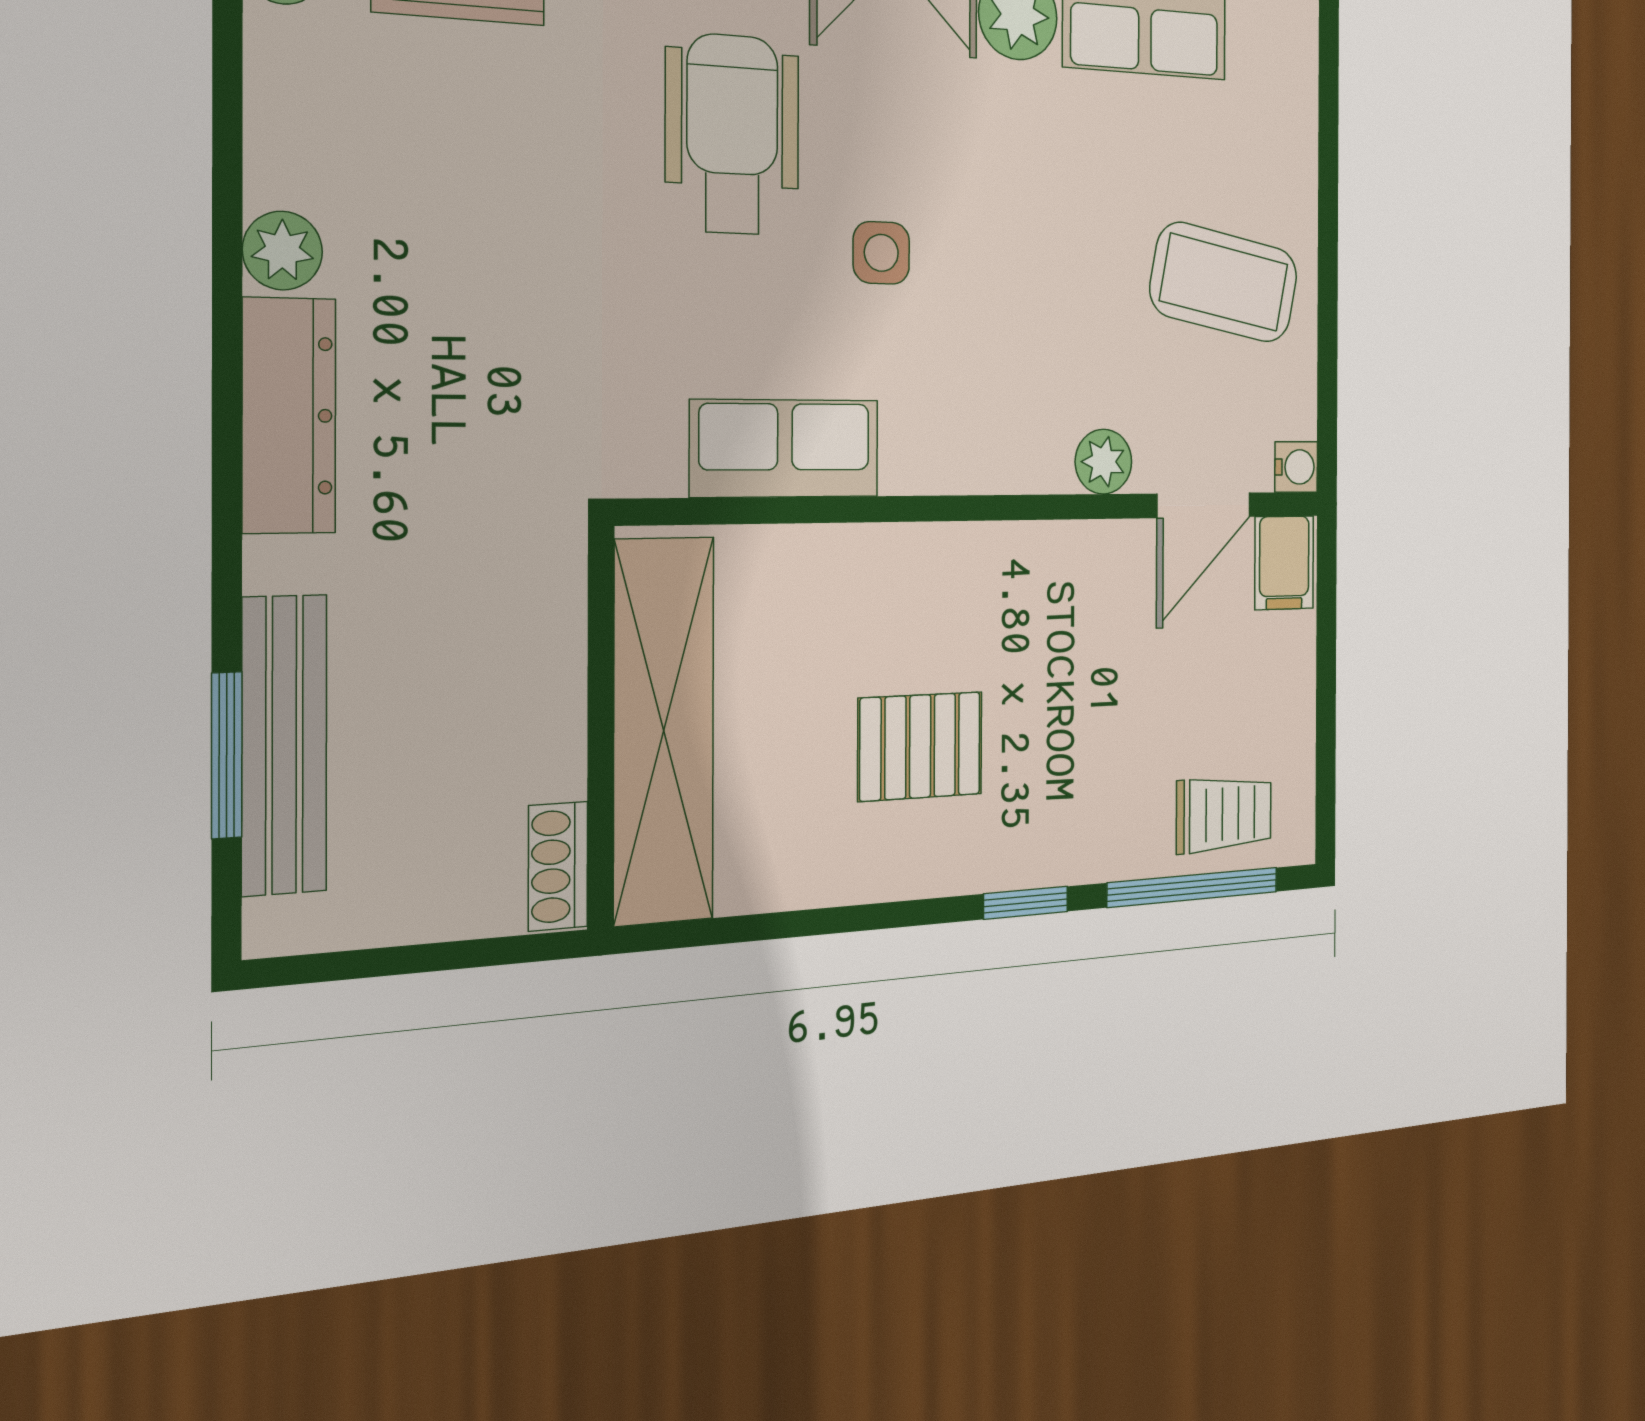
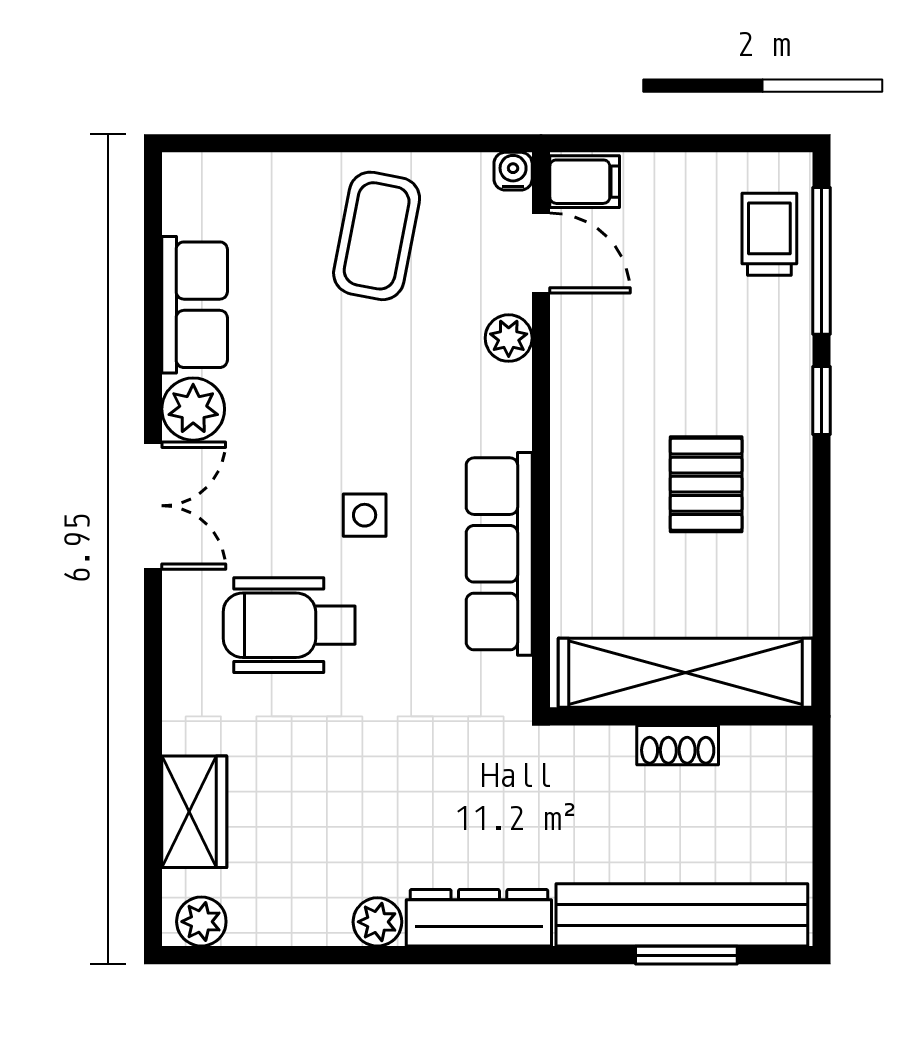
row of seats: (785, 448) -> (499, 554), width x1.48
bench: (284, 745) -> (682, 915), width x1.37, depth x1.21
shoe rack: (558, 866) -> (678, 745), moved

